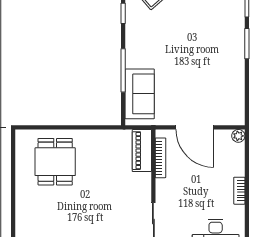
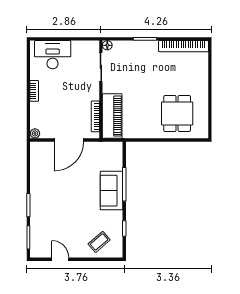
sofa: (140, 94) -> (111, 191), moved
door: (195, 127) -> (69, 140), swing flipped
piano: (142, 151) -> (112, 116), width x1.37, depth x1.33

